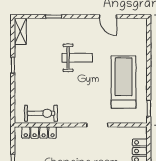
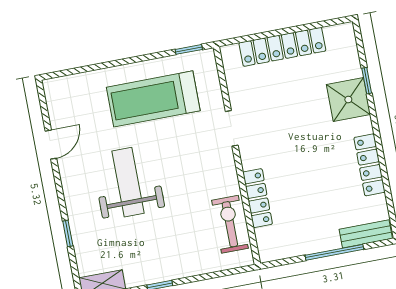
weight bench: (77, 58) -> (128, 182), width x1.36, depth x1.33
locker: (39, 132) -> (258, 198), moved

